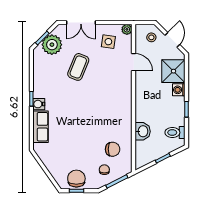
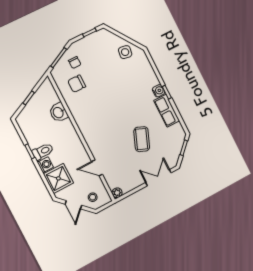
side table: (108, 42) -> (125, 52), moved
plant: (52, 45) -> (173, 146), removed
row of seats: (41, 127) -> (167, 111), moved
toilet: (175, 132) -> (43, 151), moved
chair: (76, 179) -> (95, 43), removed

